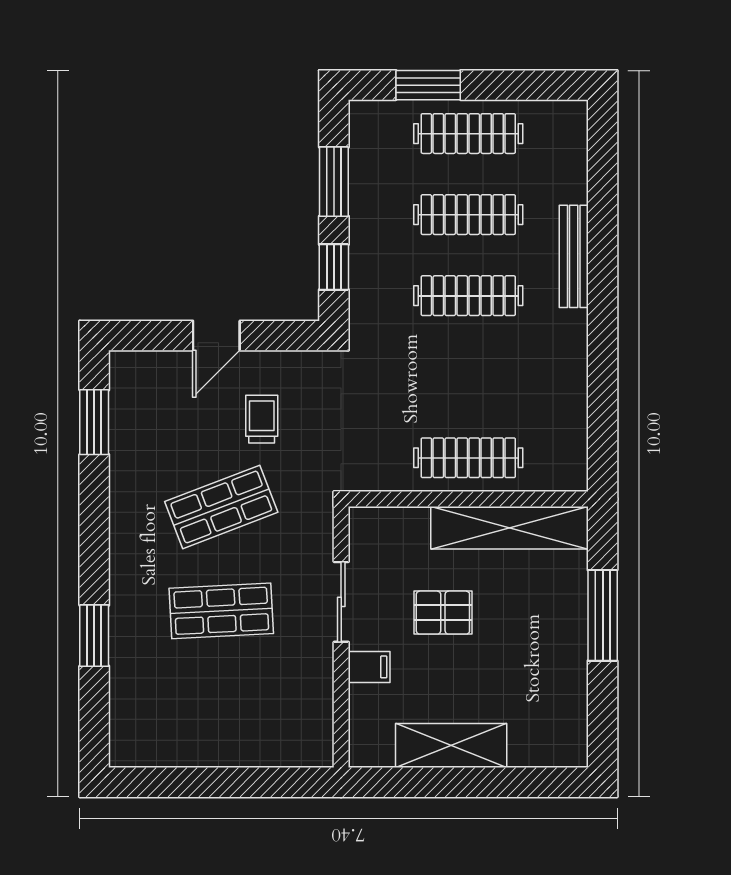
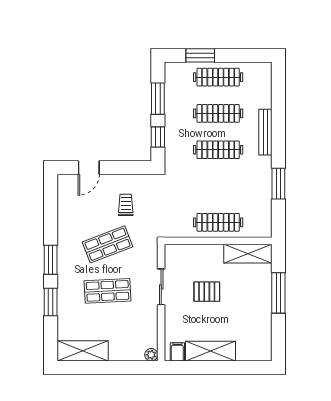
door: (216, 336) -> (89, 168), moved
window: (603, 371) -> (278, 184), added
window: (94, 422) -> (51, 260), moved
shelving: (509, 528) -> (248, 254), width x0.68
filing cabinet: (369, 667) -> (177, 352), moved, turned -90
shelving: (166, 745) -> (83, 351), added
plant: (319, 754) -> (151, 355), added

